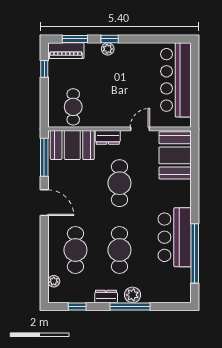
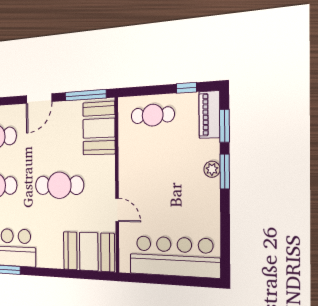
window: (110, 39) -> (225, 172), width x1.50
cafe table: (73, 107) -> (153, 115), moved
dresser: (108, 137) -> (108, 171), removed

